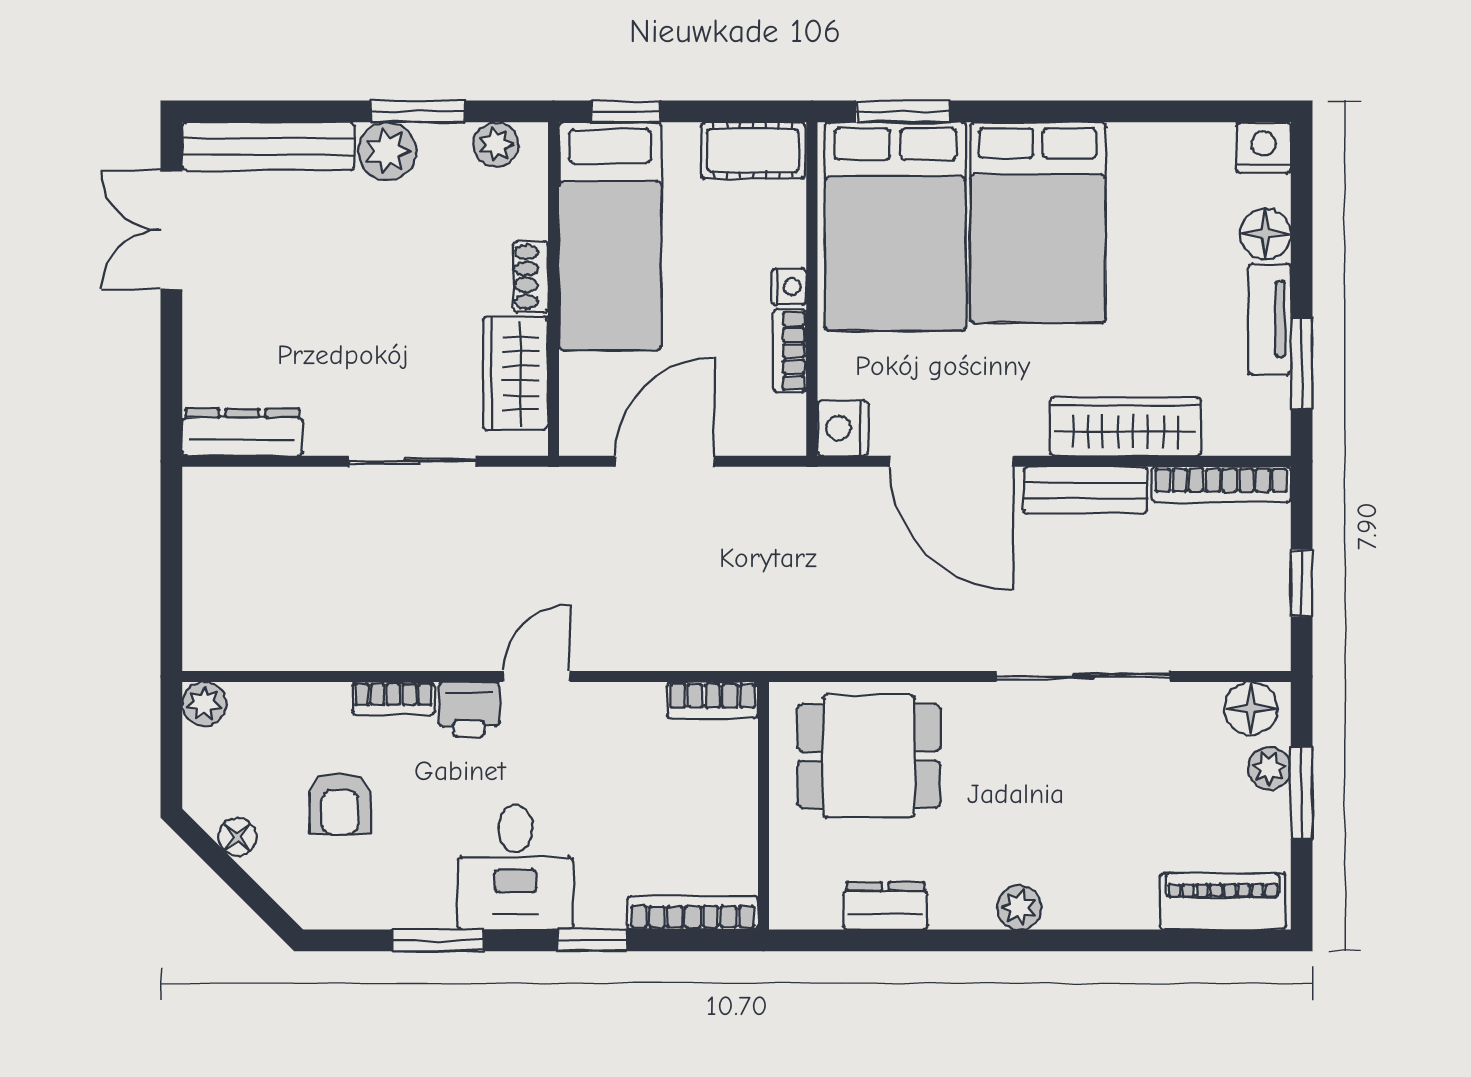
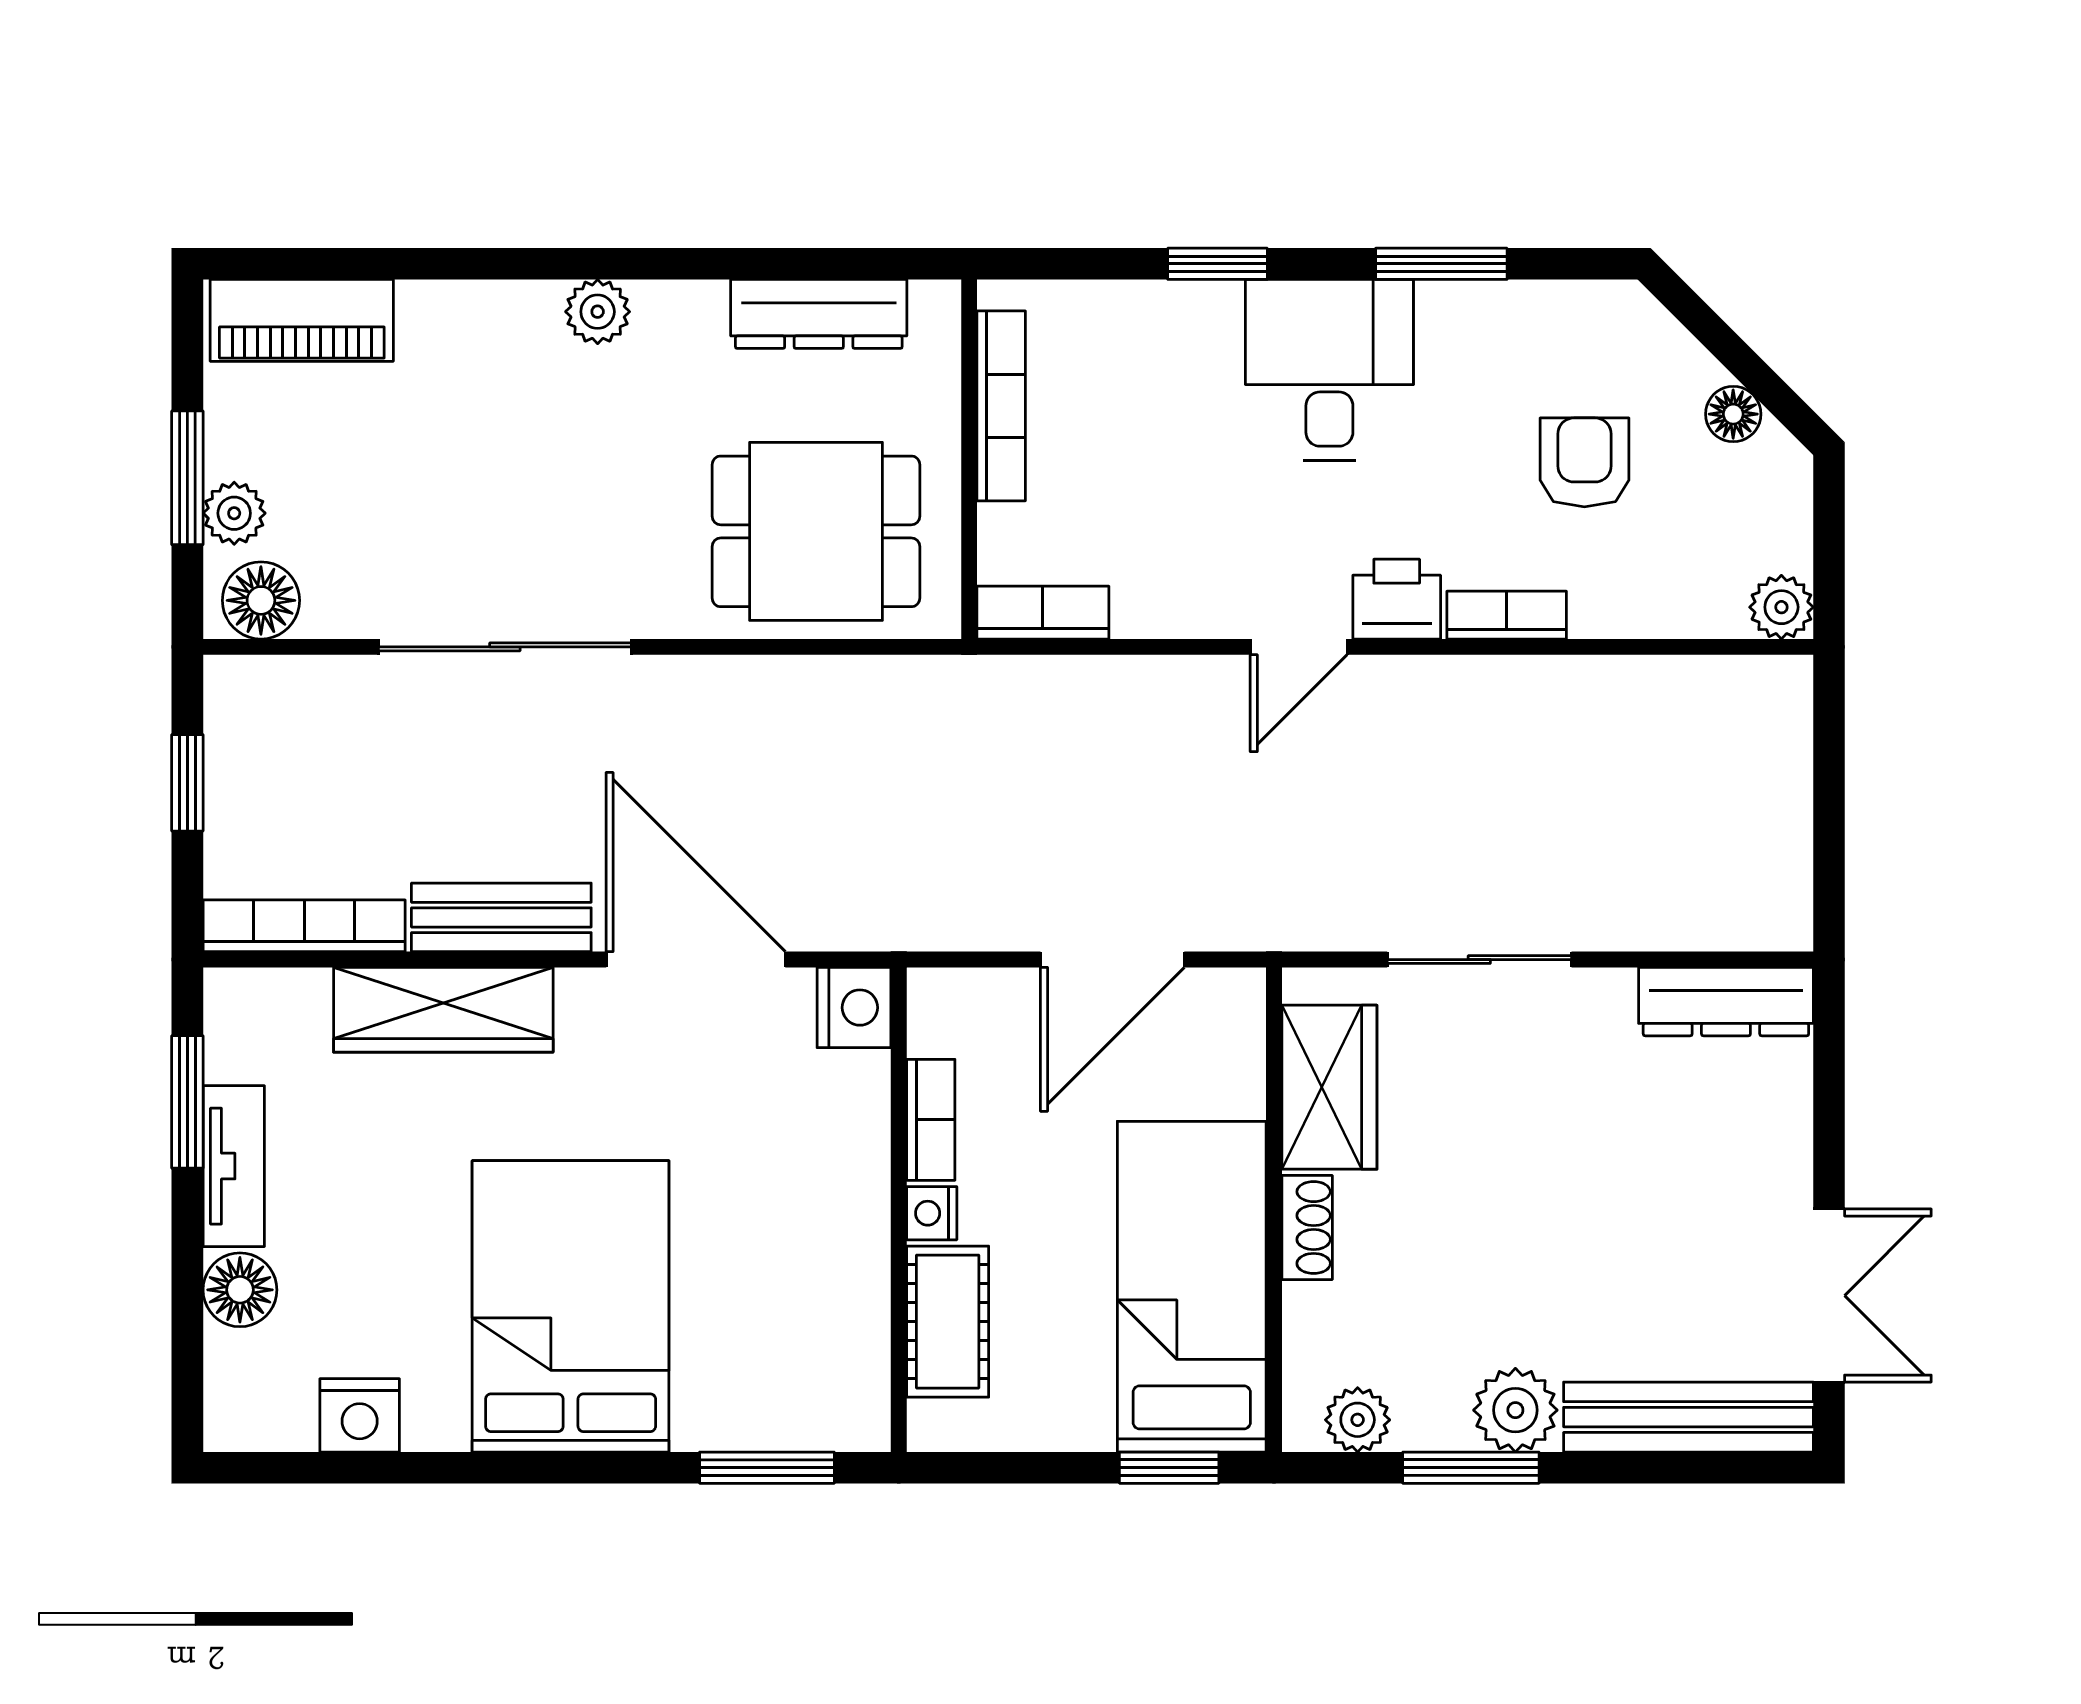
nightstand: (1263, 147) -> (360, 1415), moved
cot: (753, 151) -> (948, 1322), moved, turned 90
bed: (895, 227) -> (777, 1300), removed
dresser: (885, 906) -> (819, 314), width x1.44
bookcase: (693, 913) -> (1001, 406), moved, turned -90

